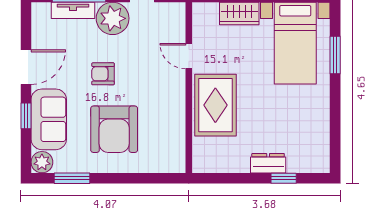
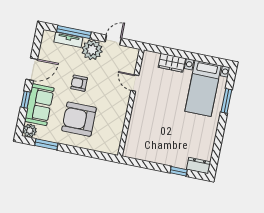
rug: (215, 105) -> (145, 117), removed
armchair: (114, 129) -> (79, 119), turned 90
dresser: (268, 163) -> (198, 166), moved

